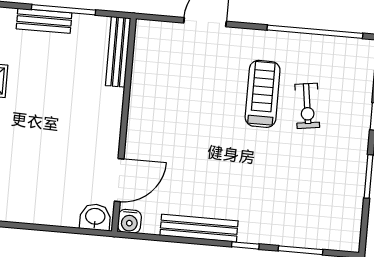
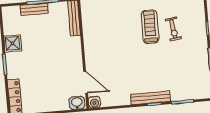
door: (119, 180) -> (86, 82), hinge flipped
bench: (199, 228) -> (150, 98), moved

